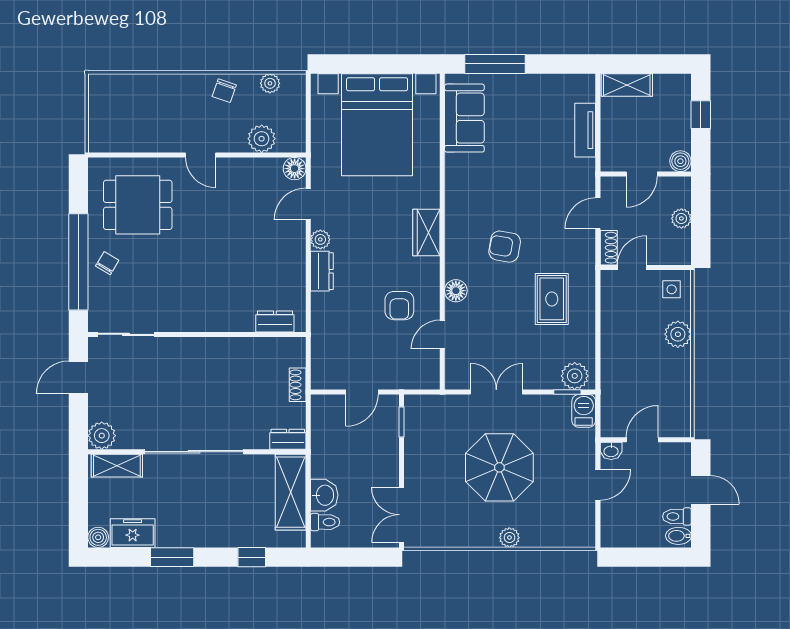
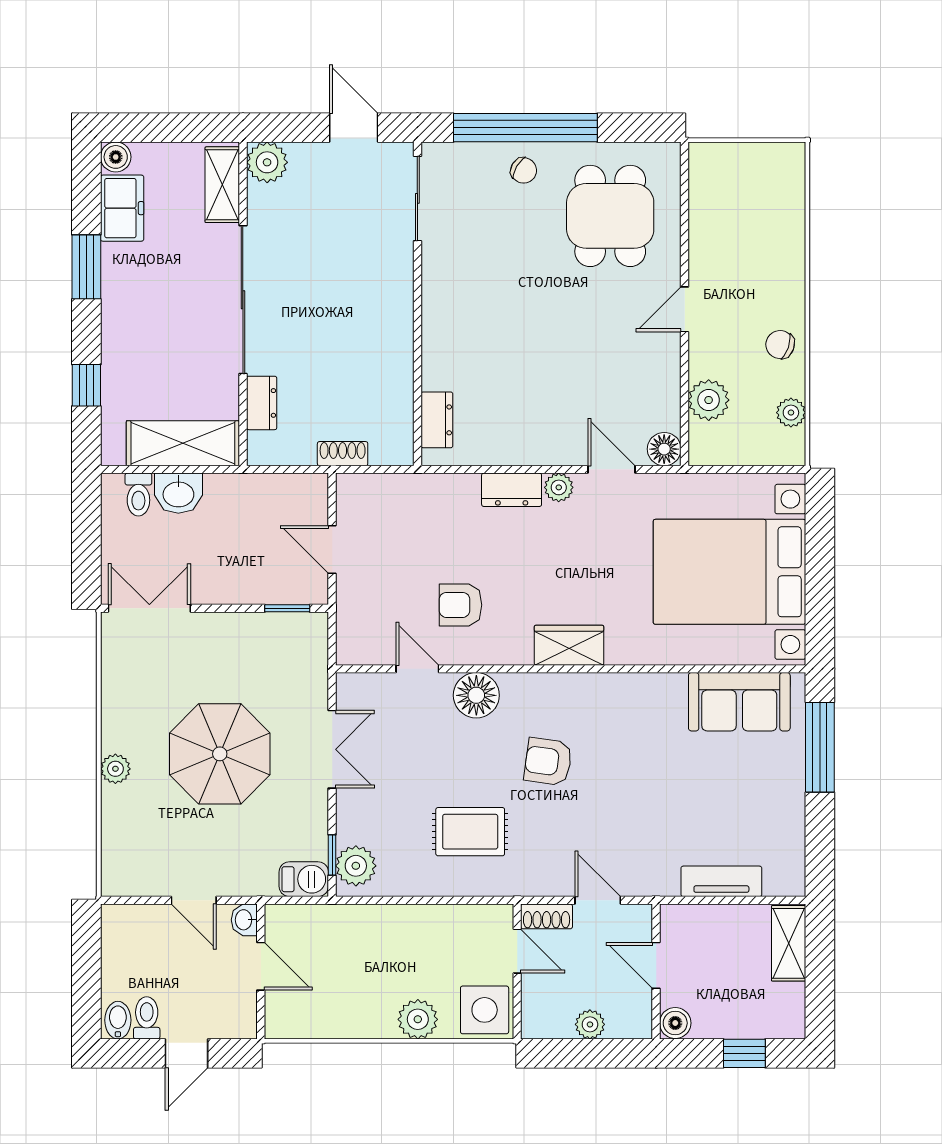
armchair: (505, 247) -> (548, 762), turned -92
side table: (672, 289) -> (485, 1010), width x1.87, depth x1.87
floor lamp: (456, 291) -> (476, 695), width x1.38, depth x1.38
dresser: (288, 439) -> (262, 403), moved

